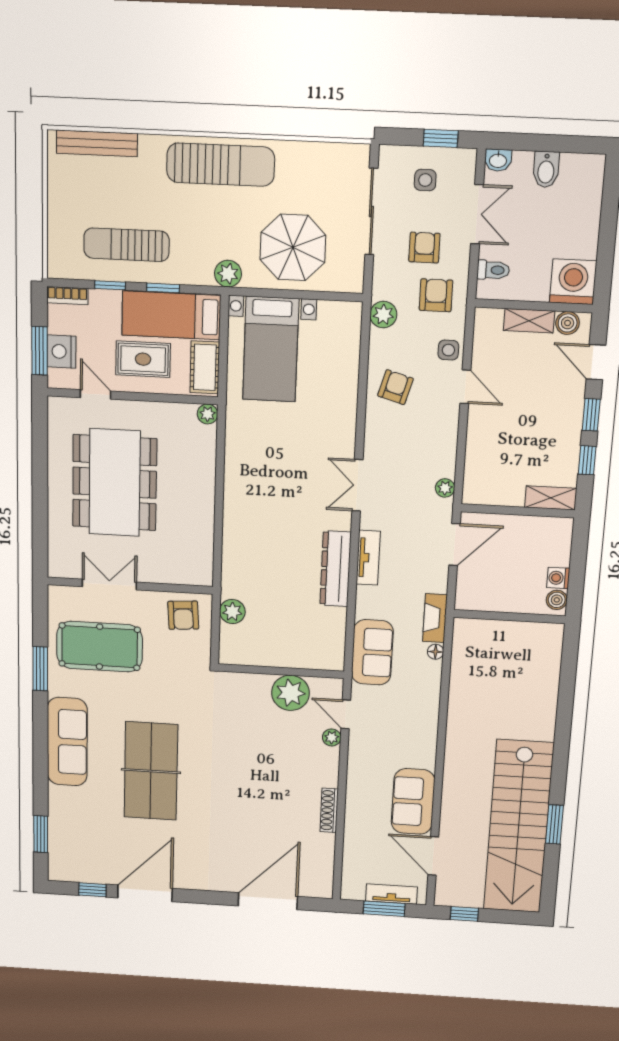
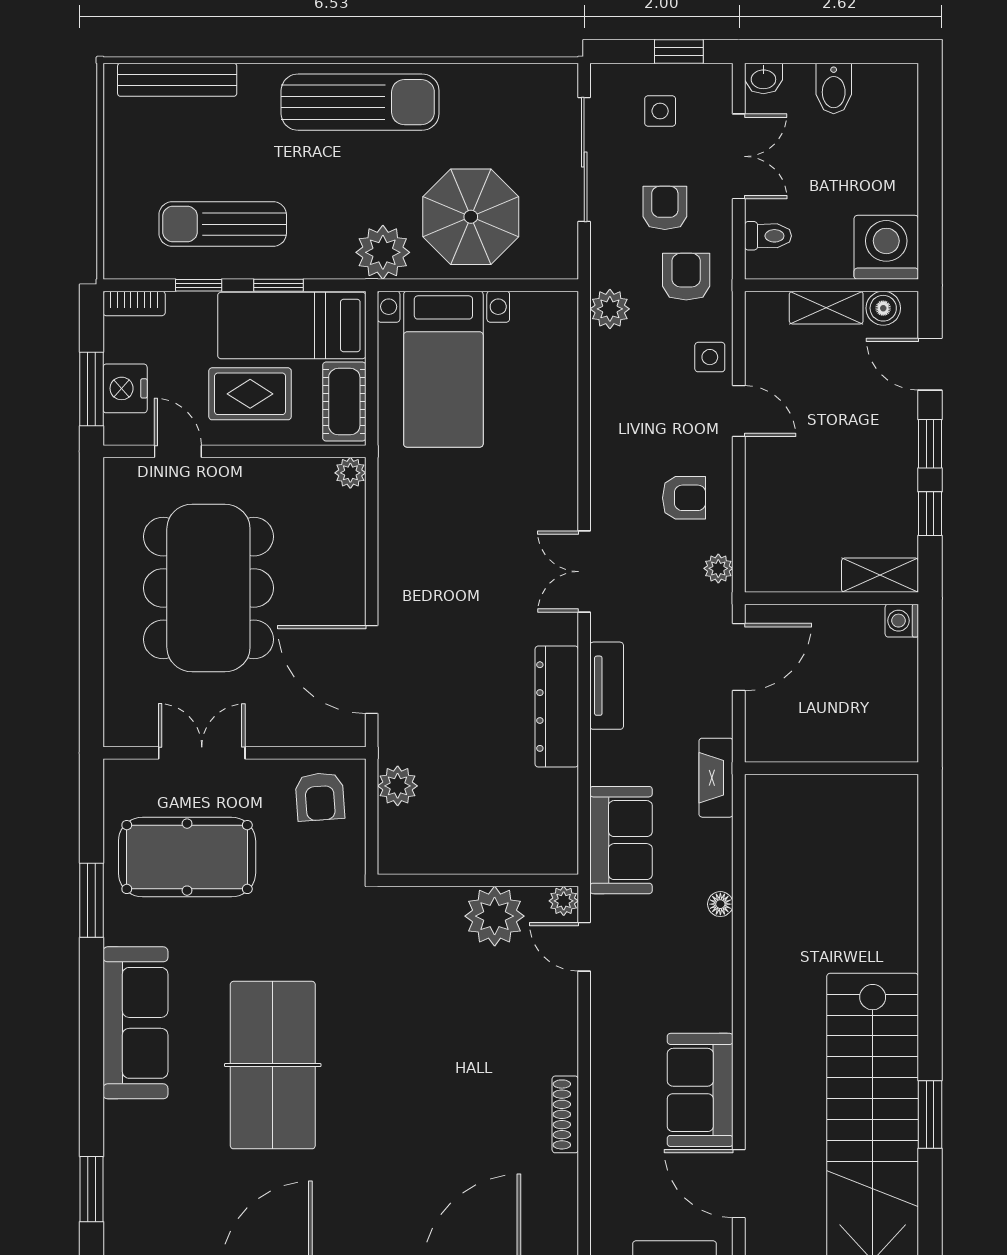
plant: (228, 274) -> (383, 252), width x1.36, depth x1.36
armchair: (395, 387) -> (684, 498), moved, turned 74
door: (218, 539) -> (372, 669), added
washing machine: (558, 578) -> (902, 621), moved
boiler: (557, 600) -> (902, 737), removed
floor lamp: (436, 652) -> (720, 904), moved
plant: (332, 737) -> (564, 901), moved

